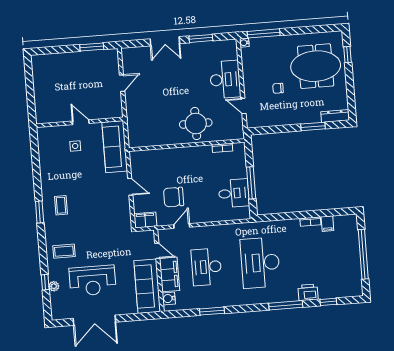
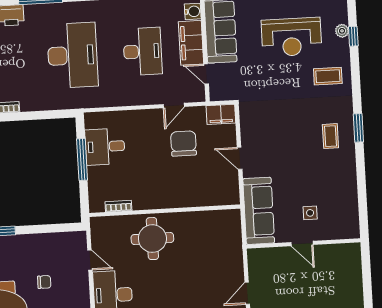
chair: (174, 197) -> (184, 143), turned -90
reception desk: (93, 281) -> (292, 37), turned 180

